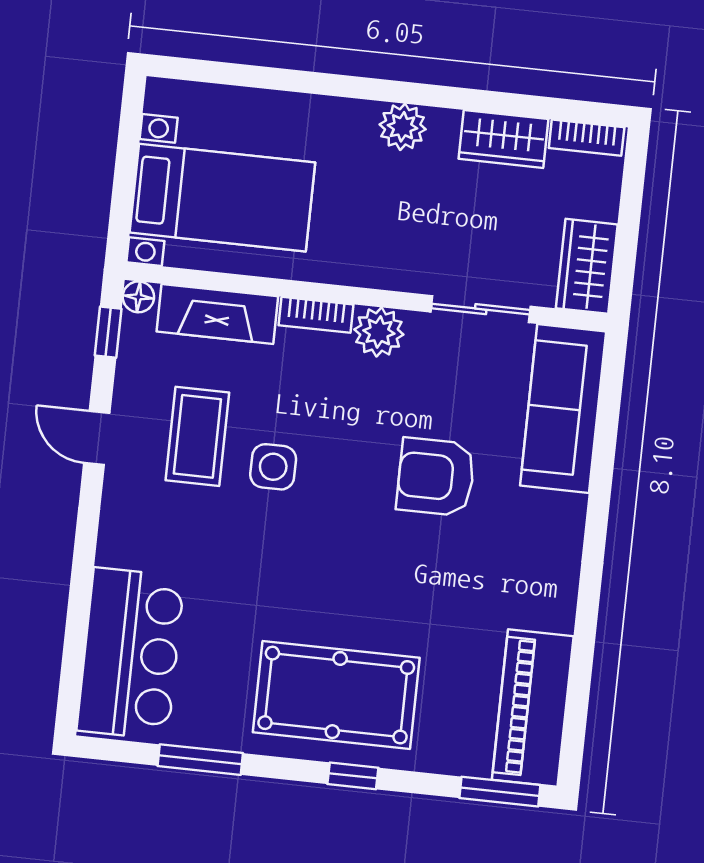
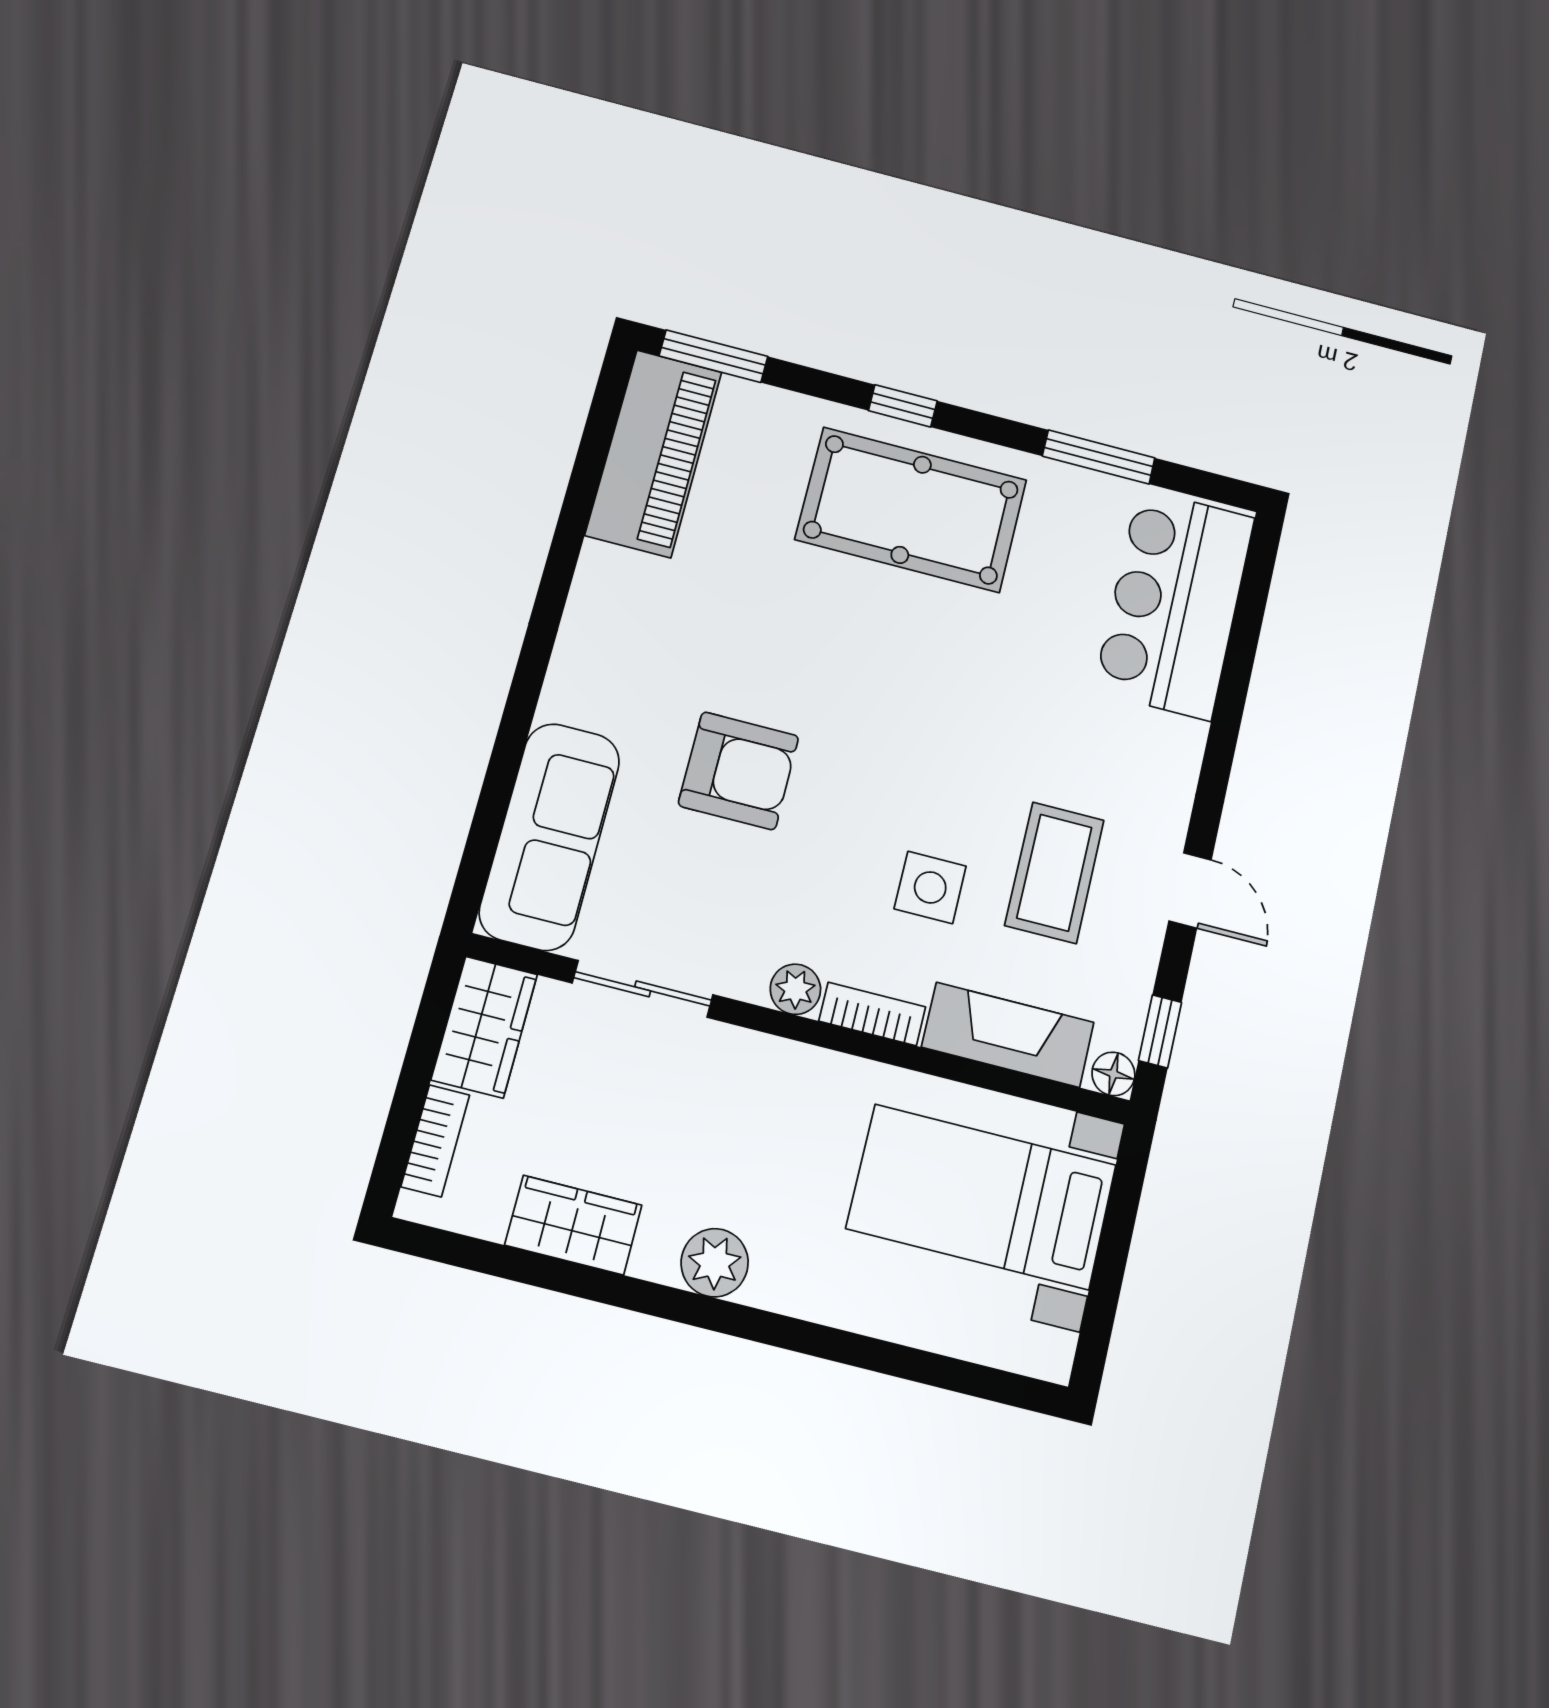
bookcase: (587, 138) -> (435, 1141), moved, turned 90
plant: (379, 332) -> (795, 989), width x0.73, depth x0.73
side table: (273, 467) -> (930, 887), moved

